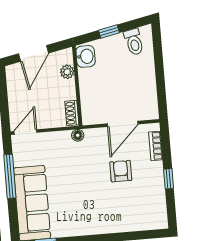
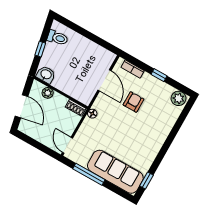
armchair: (121, 171) -> (133, 102), turned 90
plant: (158, 217) -> (179, 98), added

